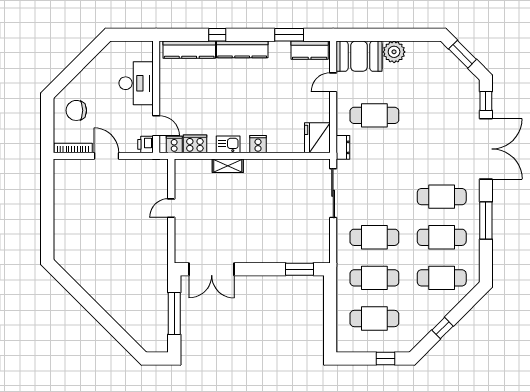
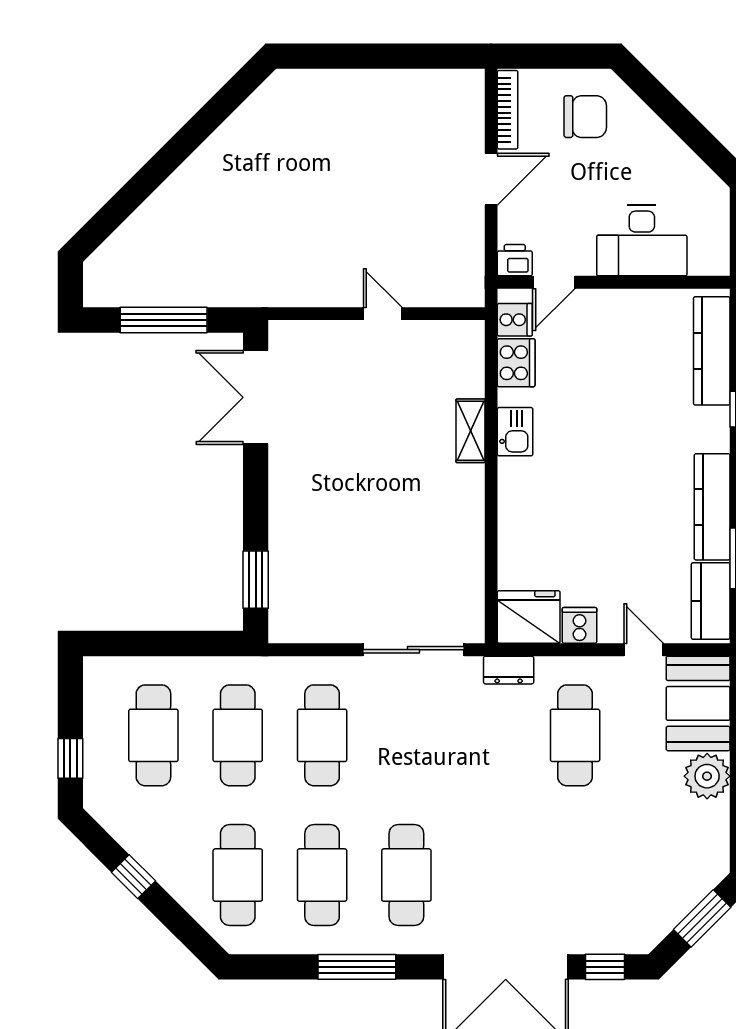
kitchen counter: (242, 49) -> (712, 507), moved
chair: (76, 110) -> (585, 117), turned 90
cooker: (258, 144) -> (580, 625), moved, turned -90

